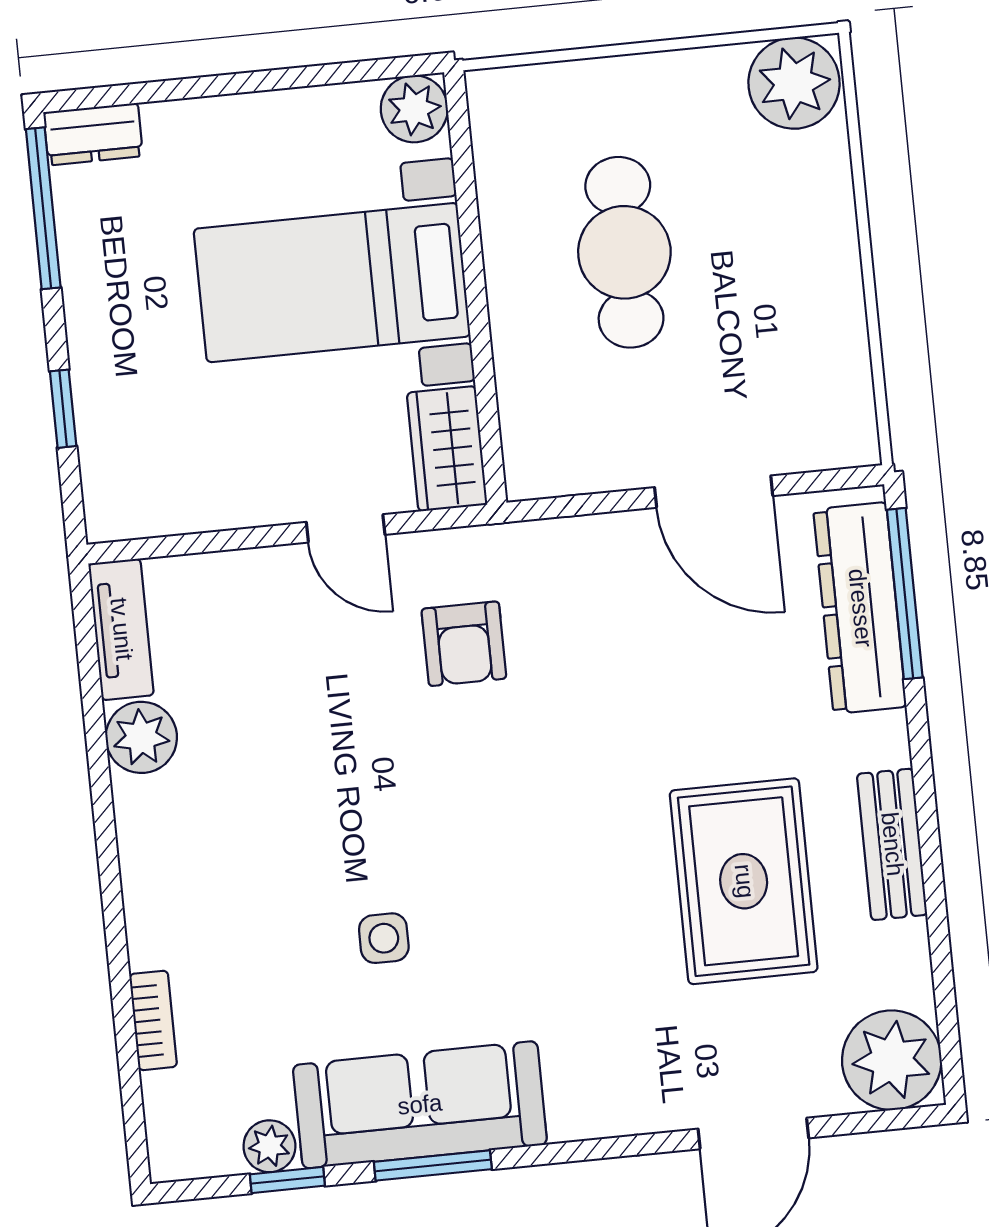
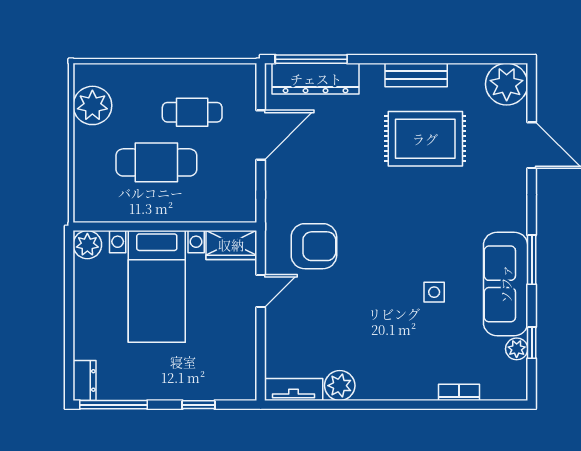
plant: (794, 83) -> (92, 105), moved
cafe table: (751, 325) -> (192, 112), added
armchair: (464, 644) -> (314, 246), width x1.38, depth x1.38
window: (433, 1165) -> (532, 260), moved

